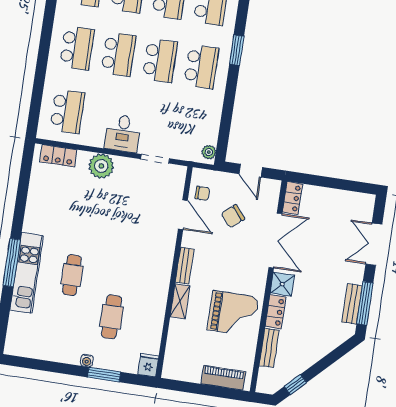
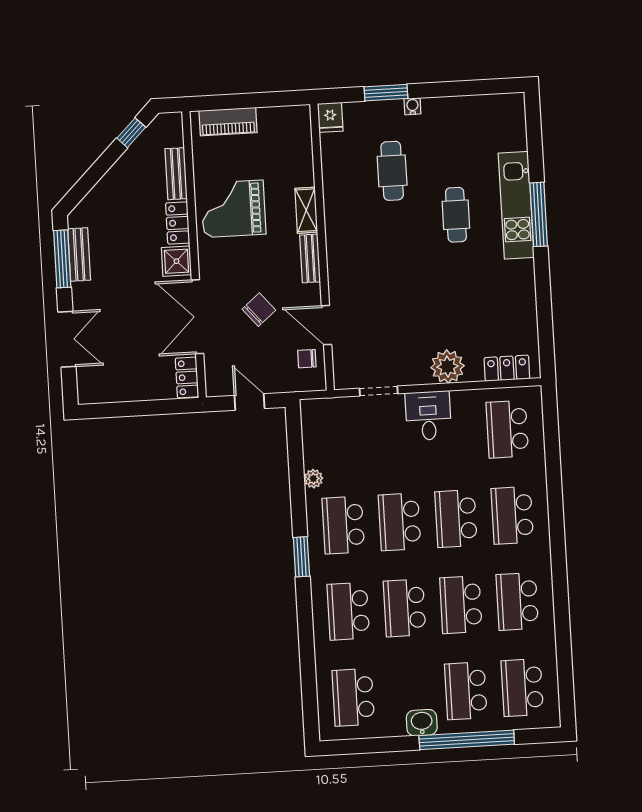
plant: (209, 152) -> (313, 479), moved
chair: (233, 216) -> (259, 310), moved

